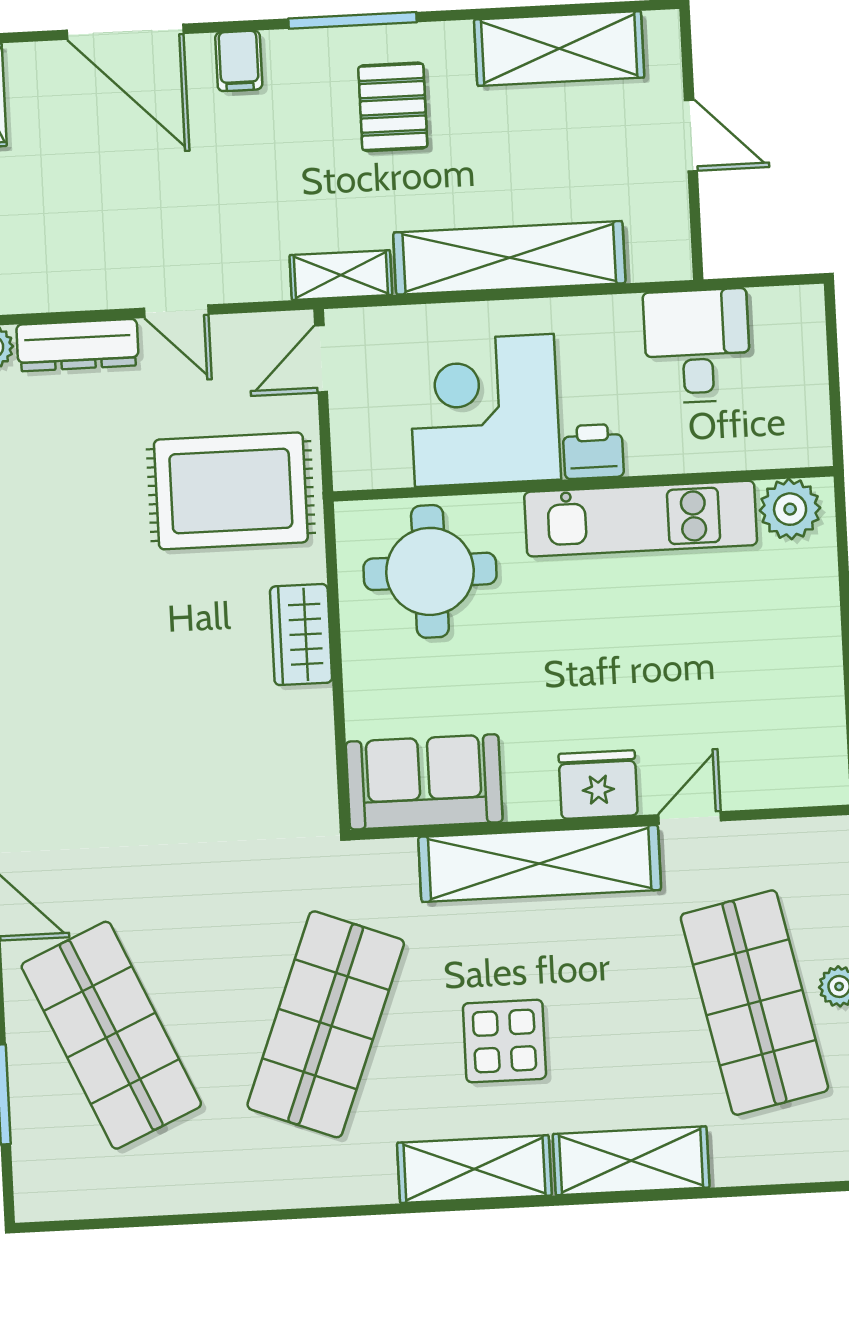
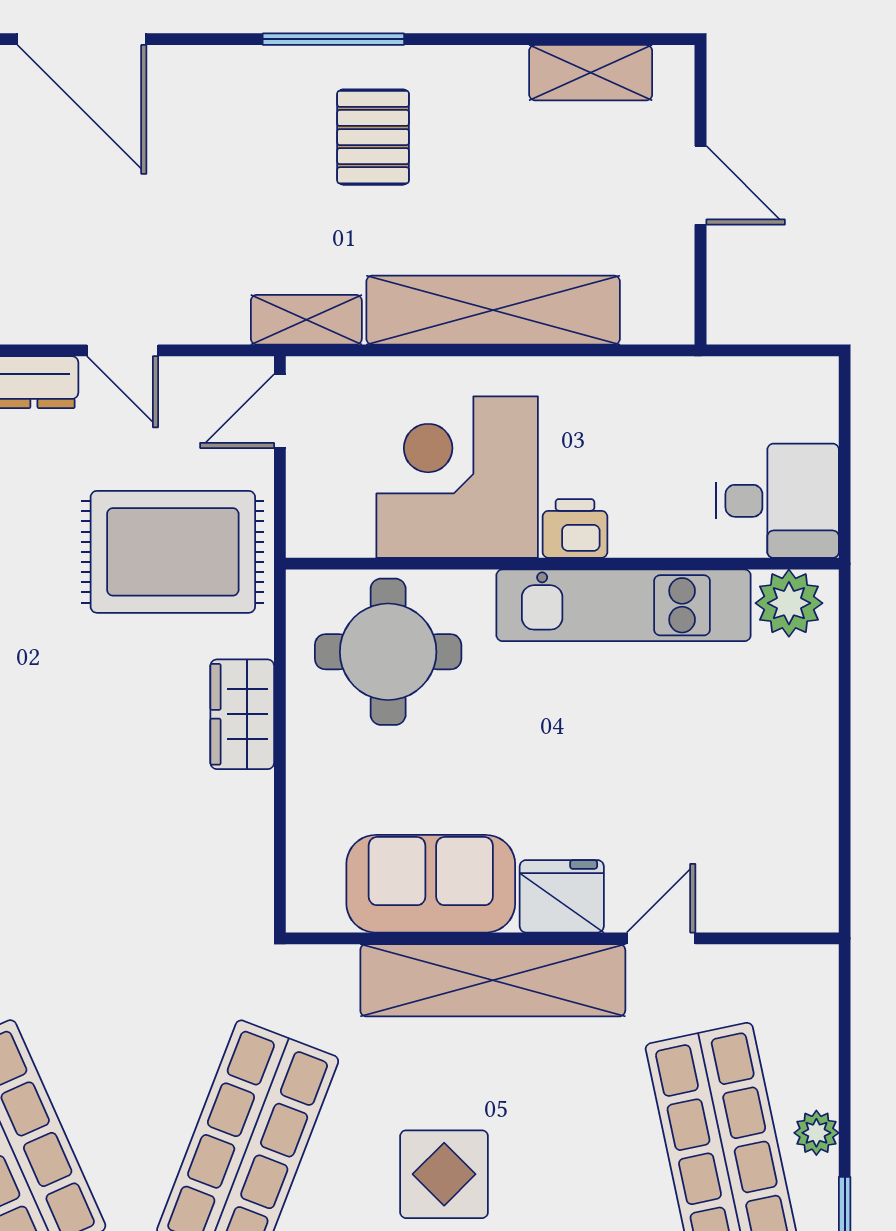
shelving: (559, 49) -> (591, 73), width x0.67, depth x0.75
filing cabinet: (239, 61) -> (206, 78), removed
desk: (697, 346) -> (777, 501), moved, turned 90
sofa: (424, 782) -> (431, 884), moved

